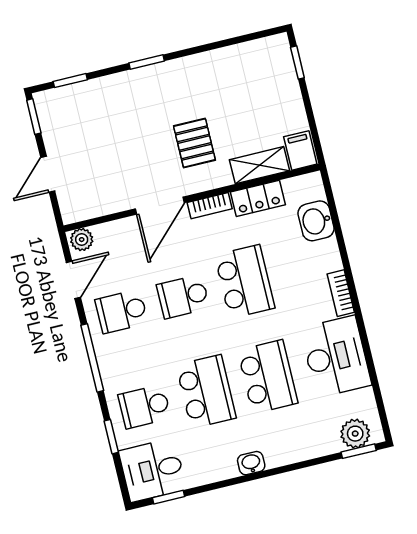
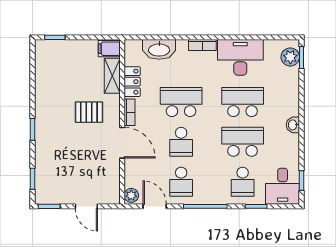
washbasin: (316, 221) -> (159, 49), width x1.38

